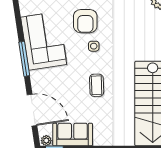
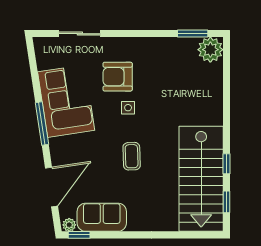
armchair: (85, 21) -> (118, 77), turned 90
door: (32, 110) -> (52, 187), hinge flipped

